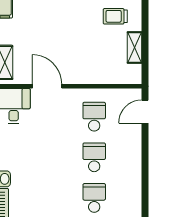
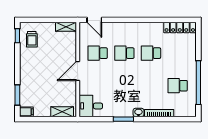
shelving: (134, 47) -> (66, 27), moved
door: (47, 86) -> (78, 71), moved

